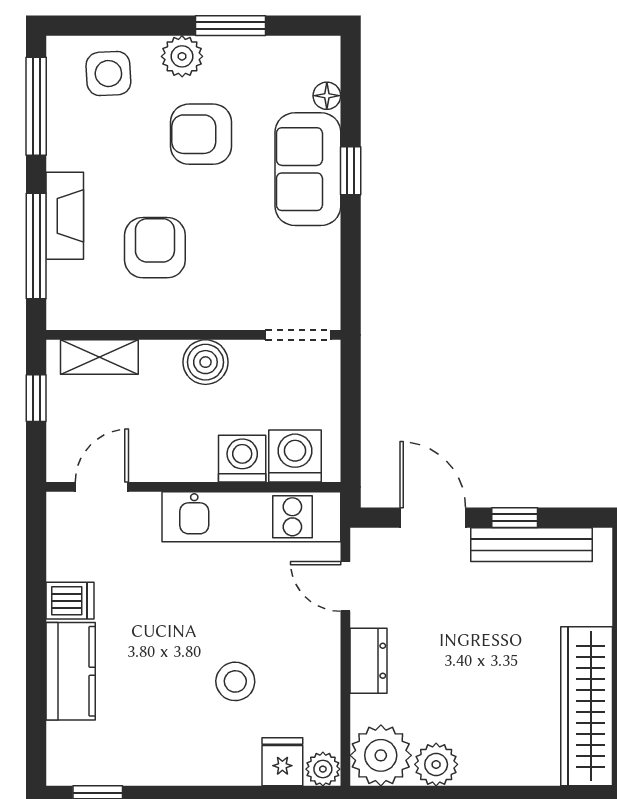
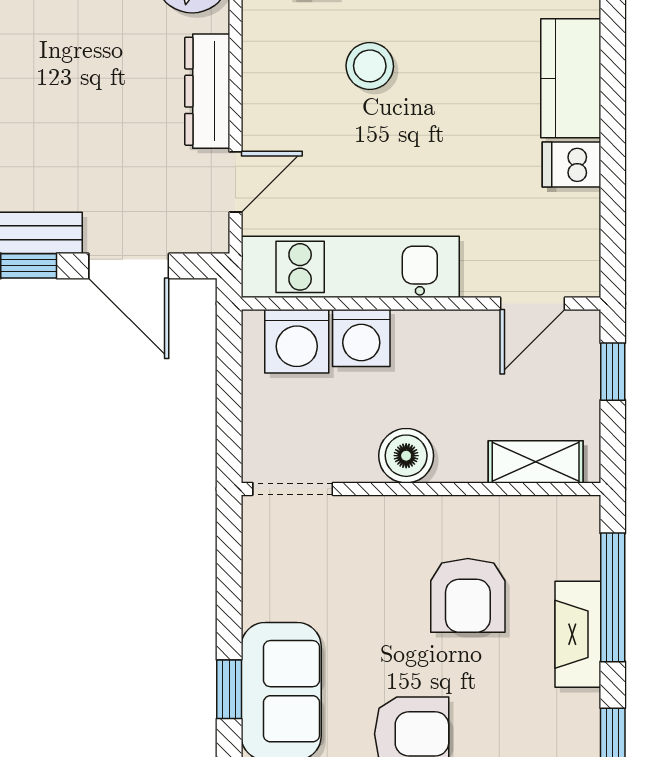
window: (36, 398) -> (613, 372), moved
door: (345, 586) -> (235, 182), hinge flipped
dresser: (368, 661) -> (207, 91), width x1.44

